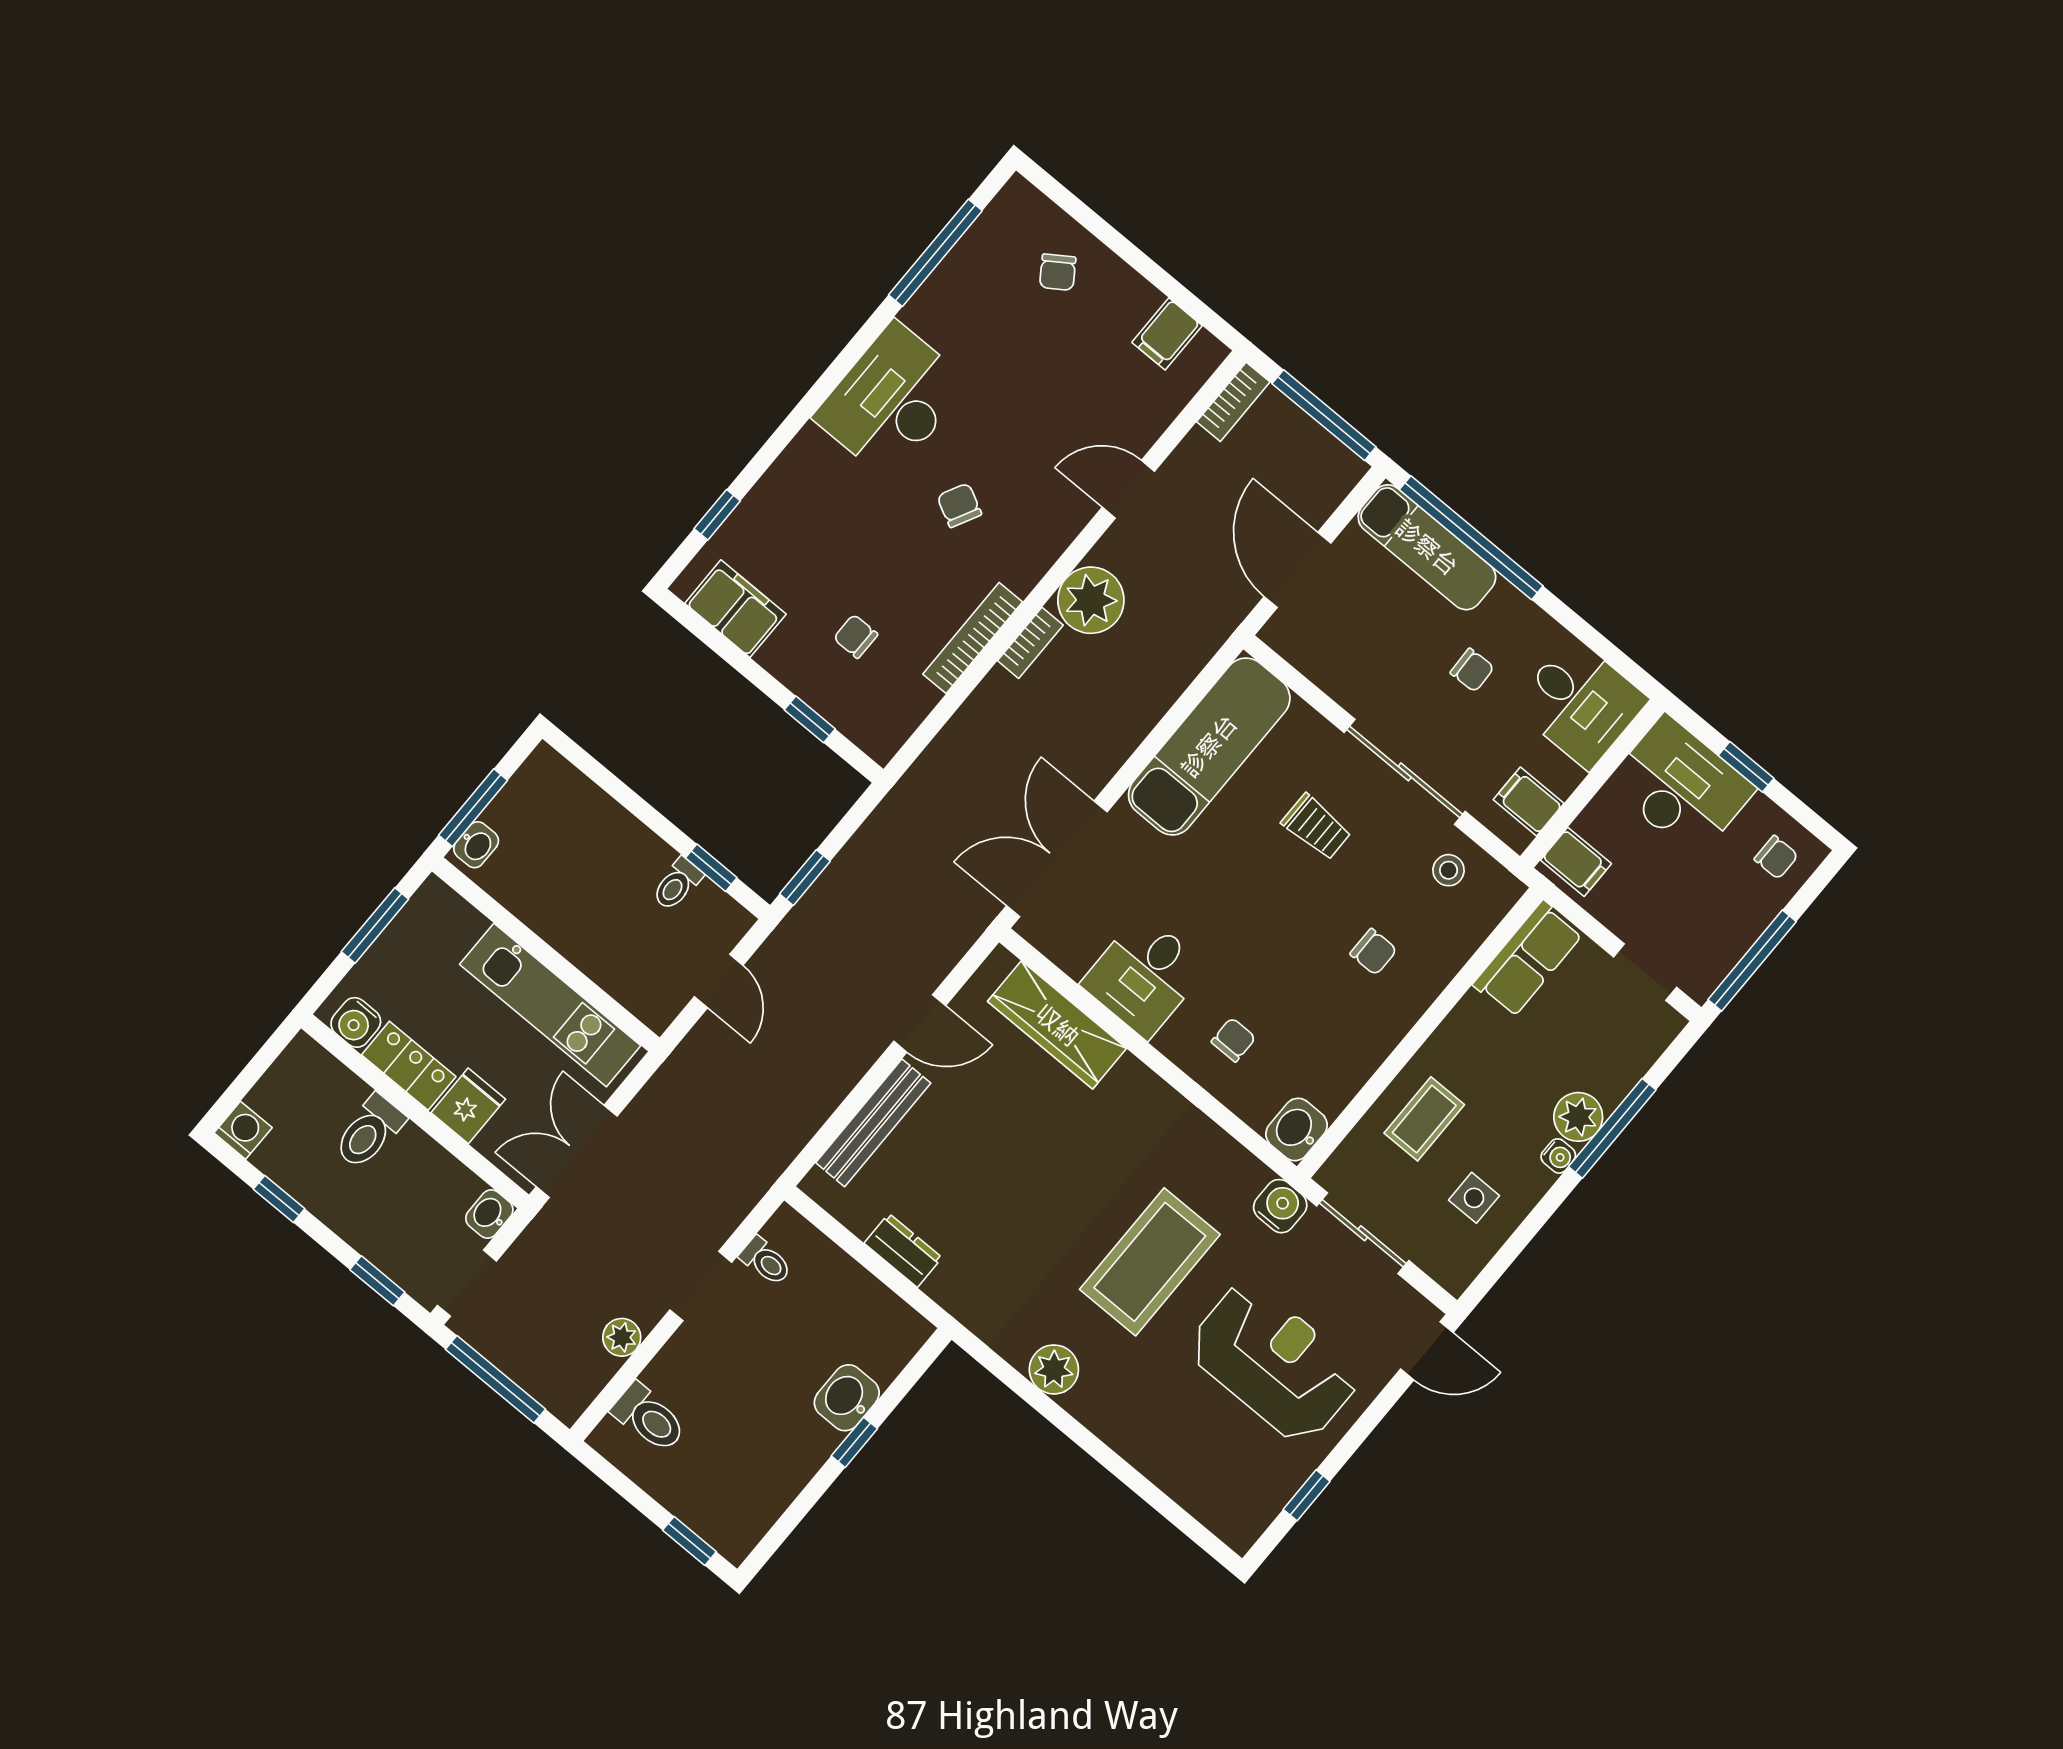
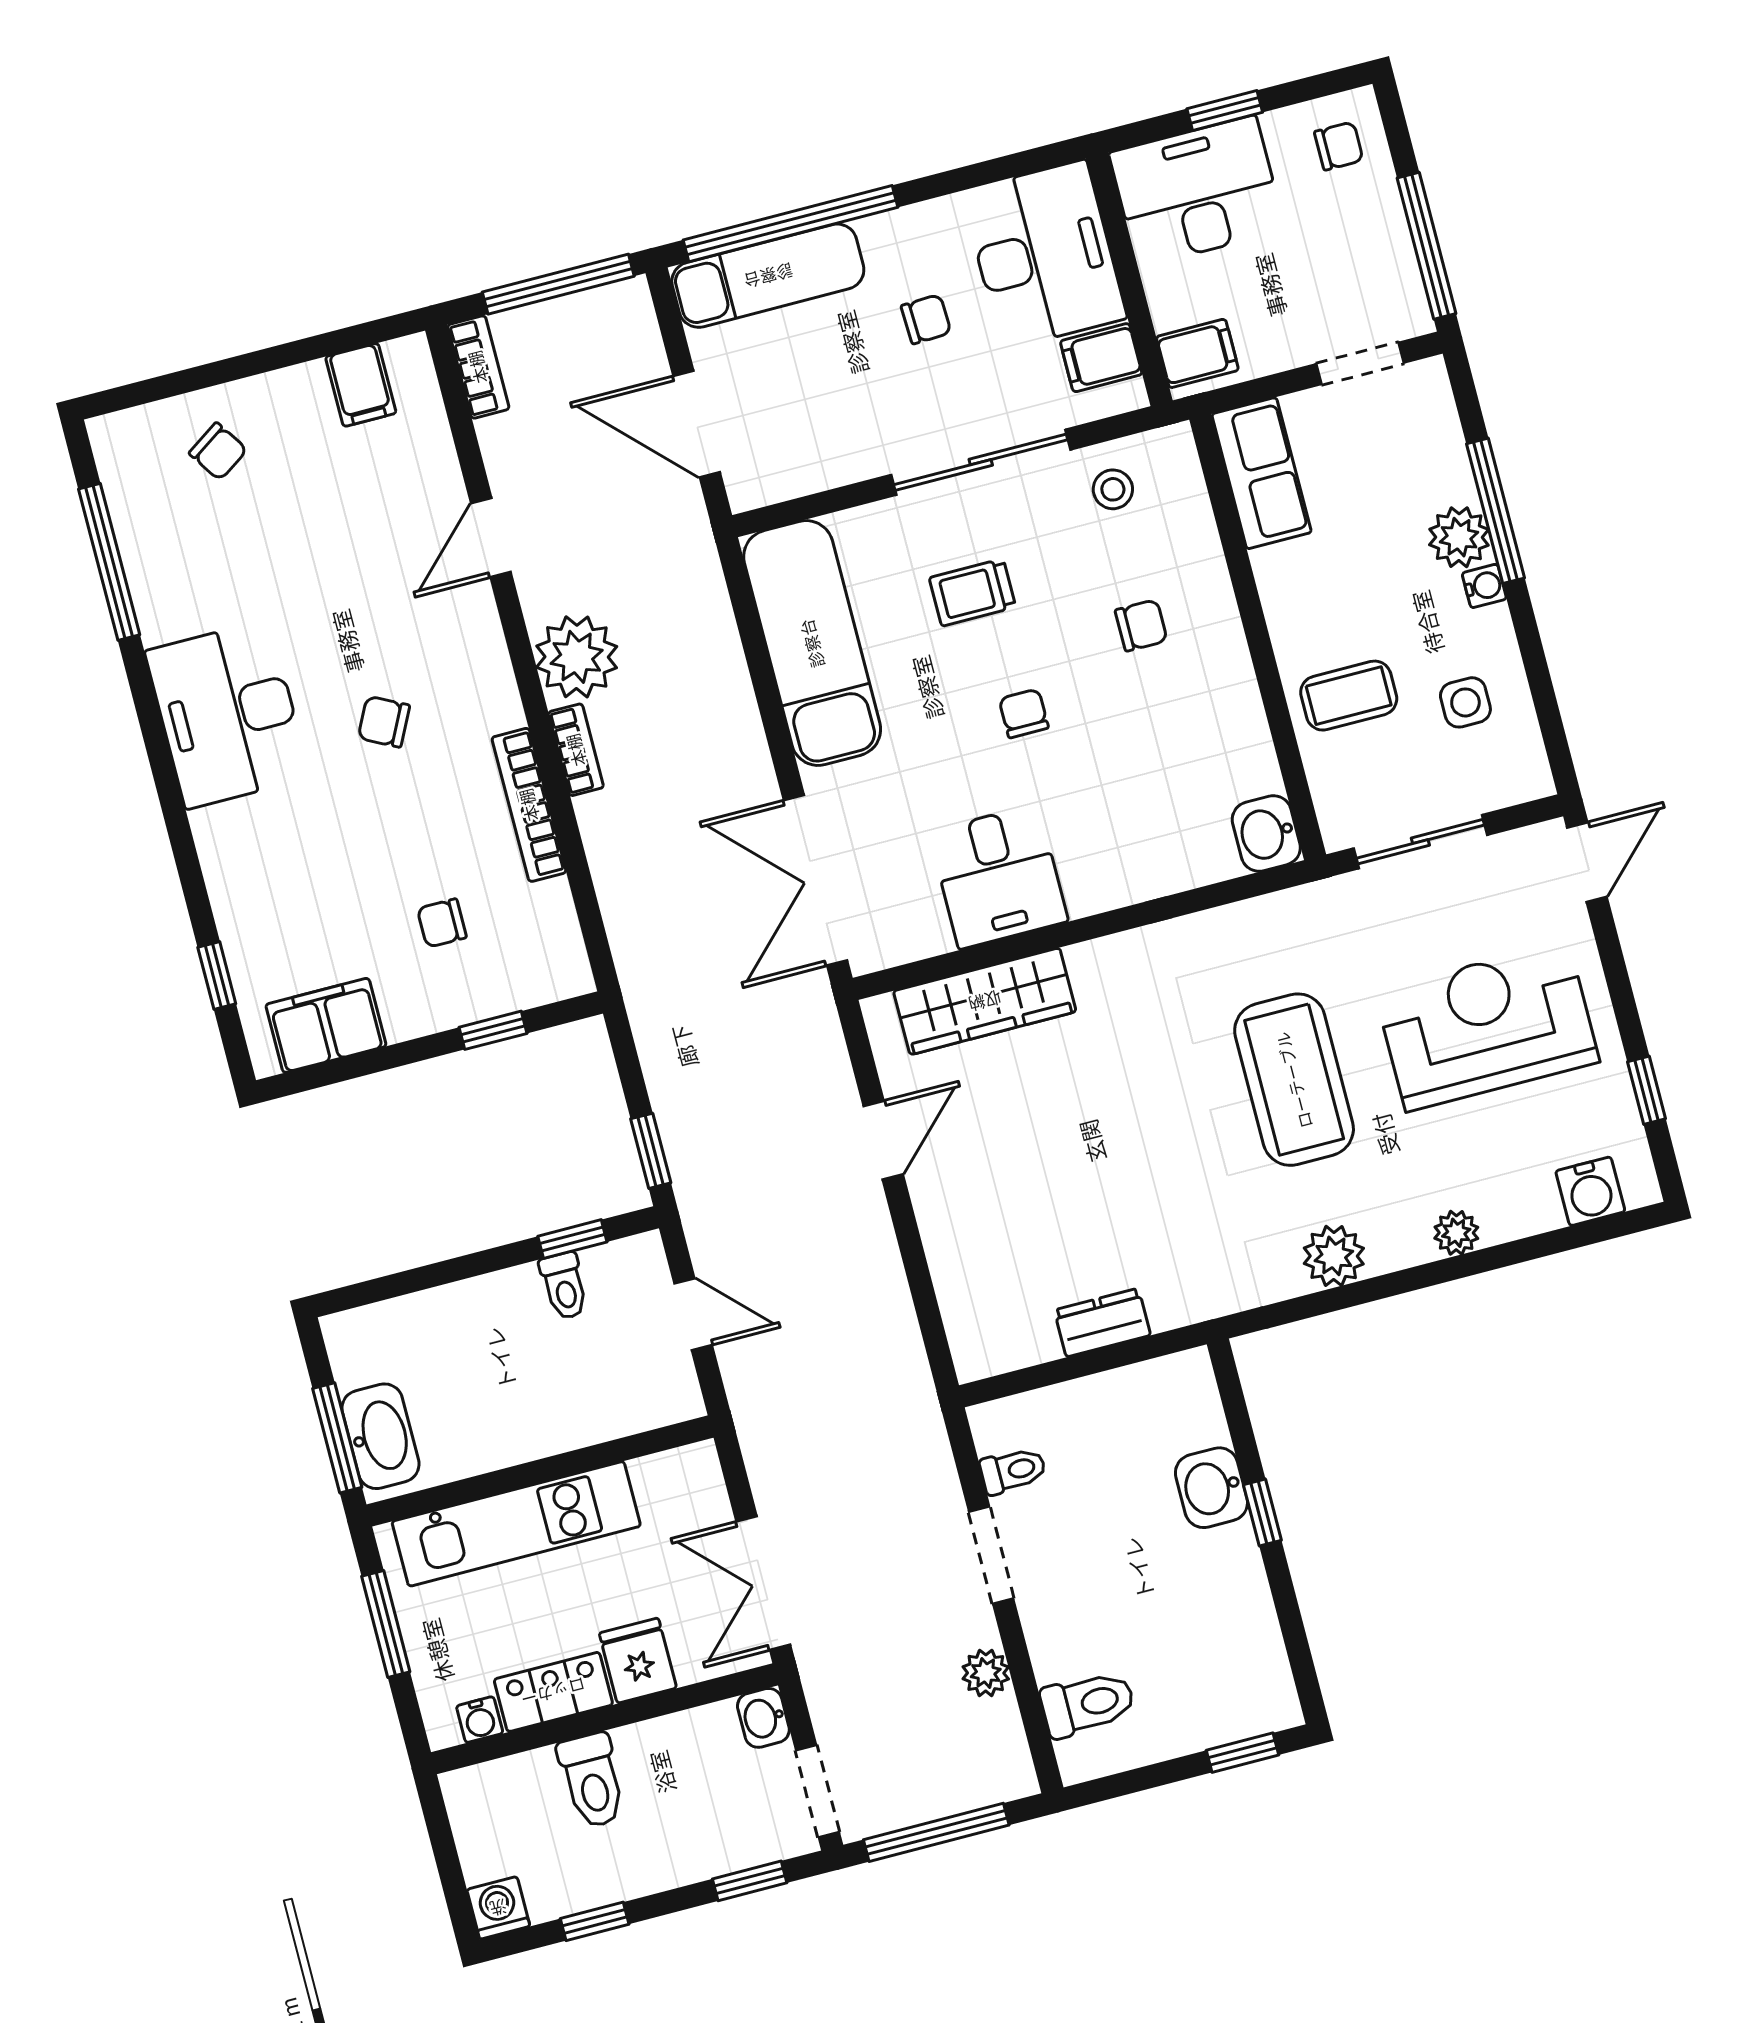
desk: (1580, 703) -> (1044, 255), width x1.37
trolley: (1316, 827) -> (972, 592), turned 180
washbasin: (476, 845) -> (380, 1436), width x1.91, depth x1.45
kitchen unit: (550, 1005) -> (516, 1524), moved
water cooler: (356, 1022) -> (480, 1720), width x0.72, depth x0.72
chair: (1233, 1040) -> (1024, 713), moved
coffee table: (1424, 1119) -> (1349, 696), turned 90
bench: (873, 1123) -> (951, 1260), removed
water cooler: (1280, 1206) -> (1590, 1191), moved, turned 180
plant: (1126, 1438) -> (1456, 1233), added

